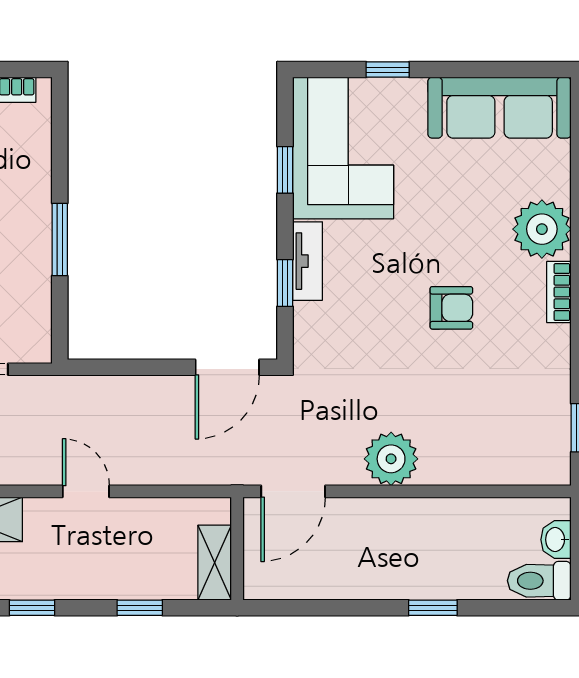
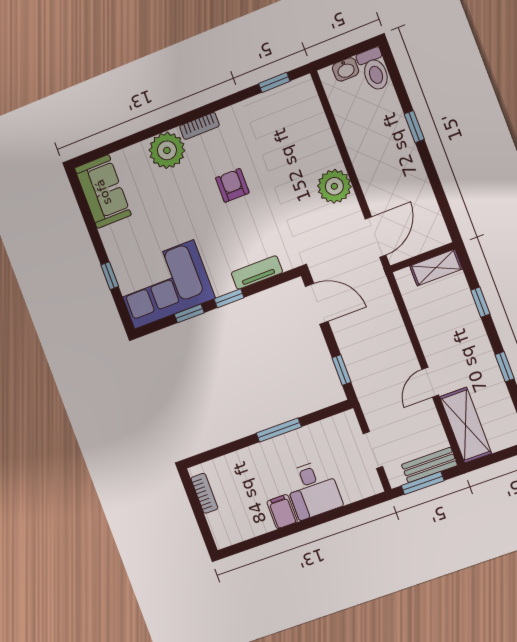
sofa: (500, 108) -> (103, 192), width x0.73
tv unit: (308, 261) -> (257, 273), moved
window: (285, 283) -> (229, 298), moved
window: (115, 367) -> (342, 370), added
door: (86, 491) -> (430, 382), moved
door: (293, 491) -> (376, 237), hinge flipped

